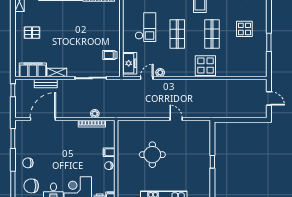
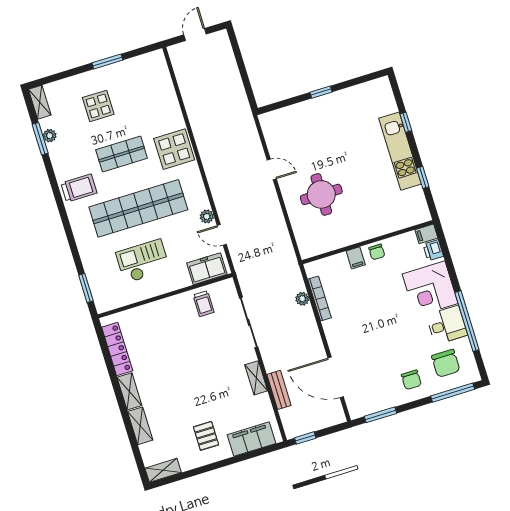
shop shelf: (177, 34) -> (138, 208), width x2.00, depth x1.36
filing cabinet: (33, 70) -> (251, 439), moved, turned 90
door: (176, 119) -> (272, 169), swing flipped
round table: (152, 155) -> (321, 194), moved

